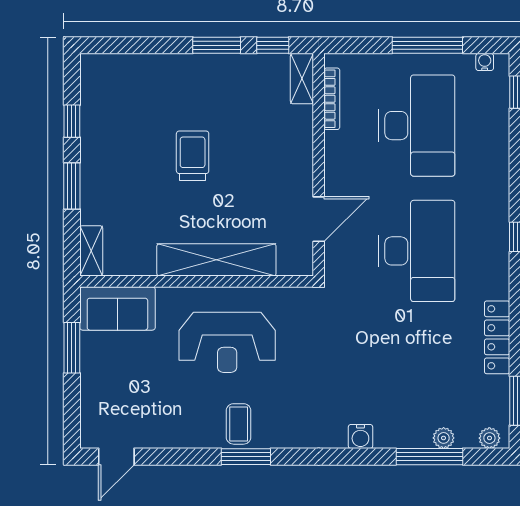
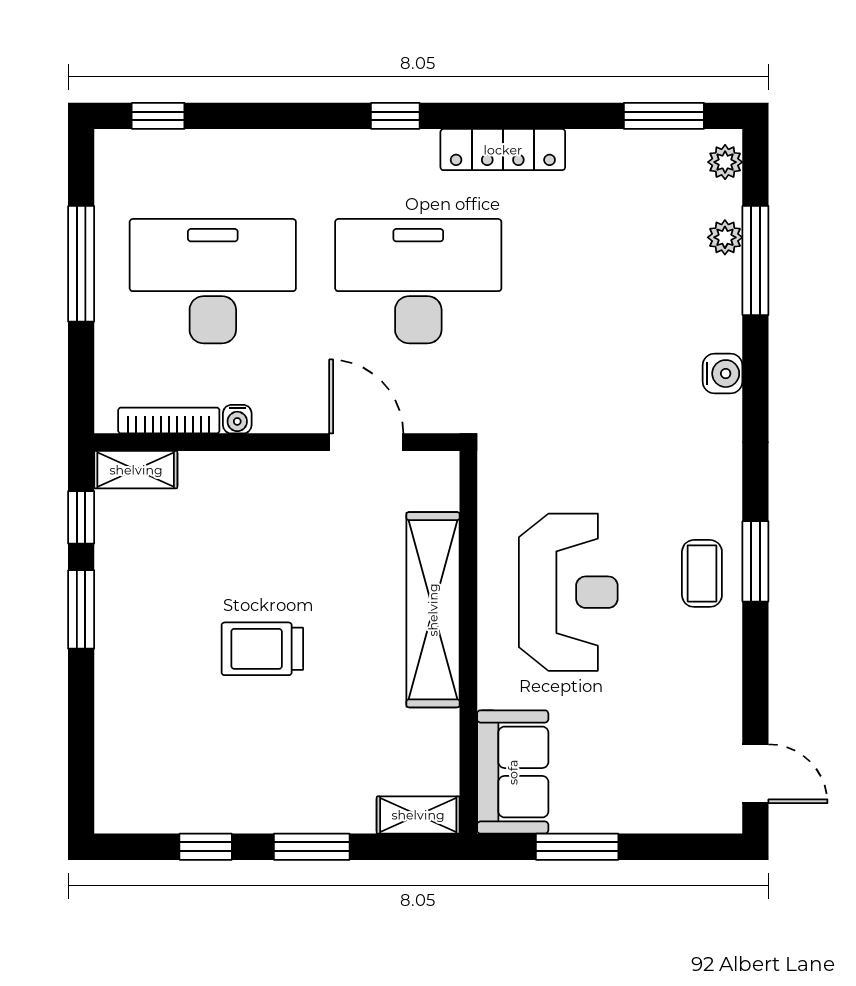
water cooler: (485, 62) -> (237, 419), moved, turned -90
locker: (497, 337) -> (503, 150), moved
coffee table: (239, 424) -> (702, 573), turned 90

